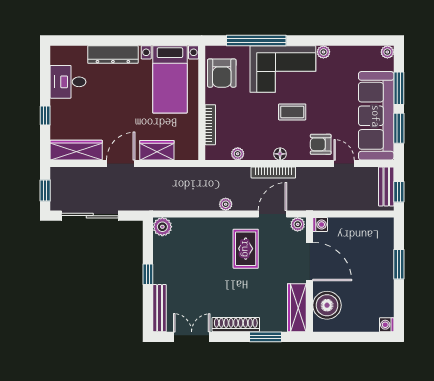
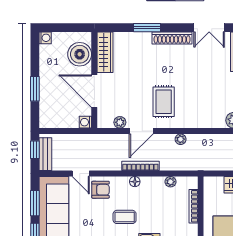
washing machine: (320, 225) -> (85, 122), moved
door: (310, 261) -> (94, 91), moved
wall: (310, 275) -> (94, 80), moved
boiler: (327, 305) -> (80, 54), moved
wardrobe: (297, 308) -> (105, 52), moved

